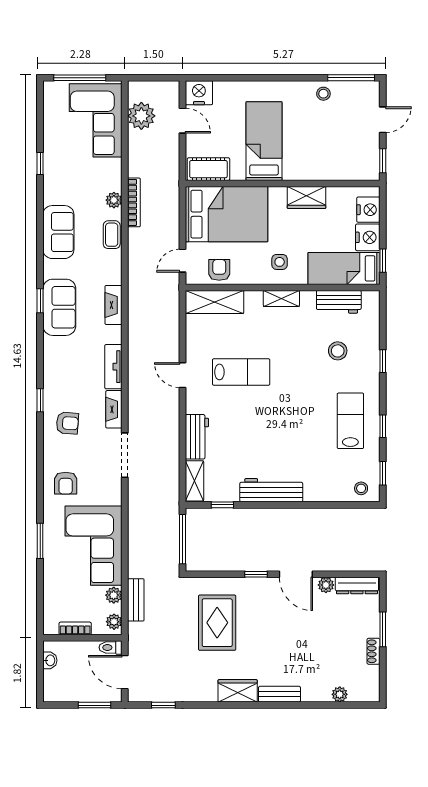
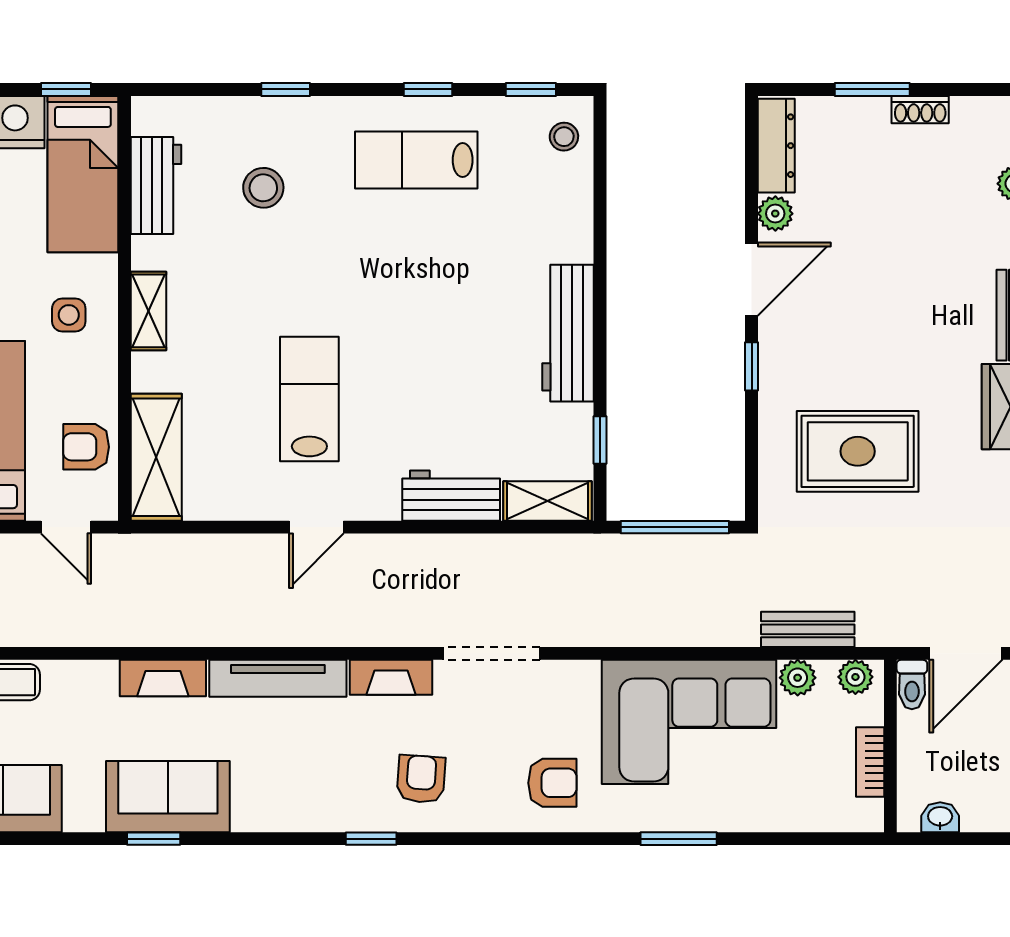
tv unit: (113, 367) -> (278, 678), width x1.41

